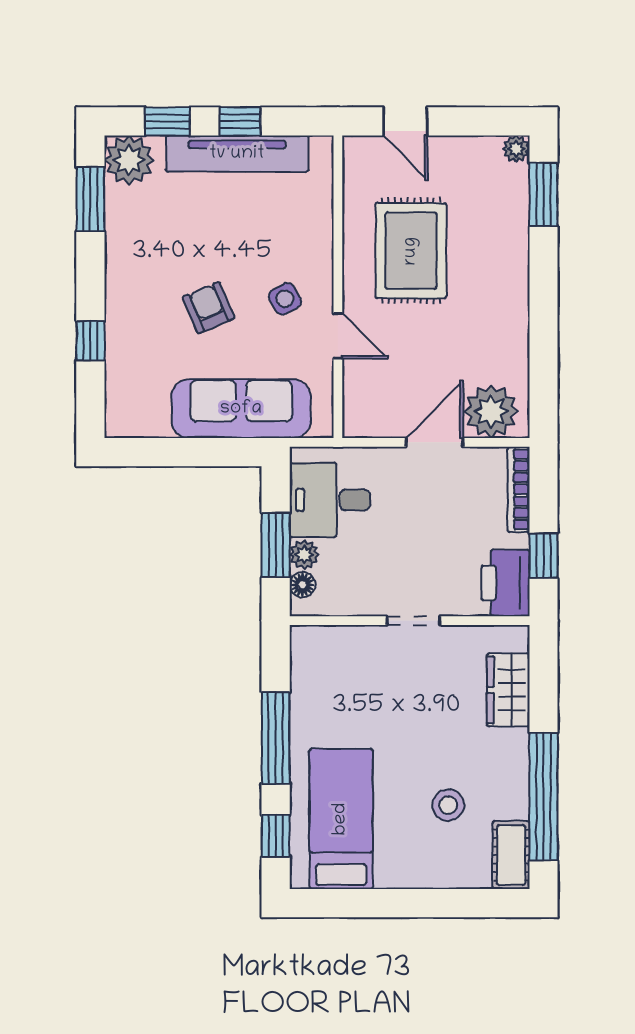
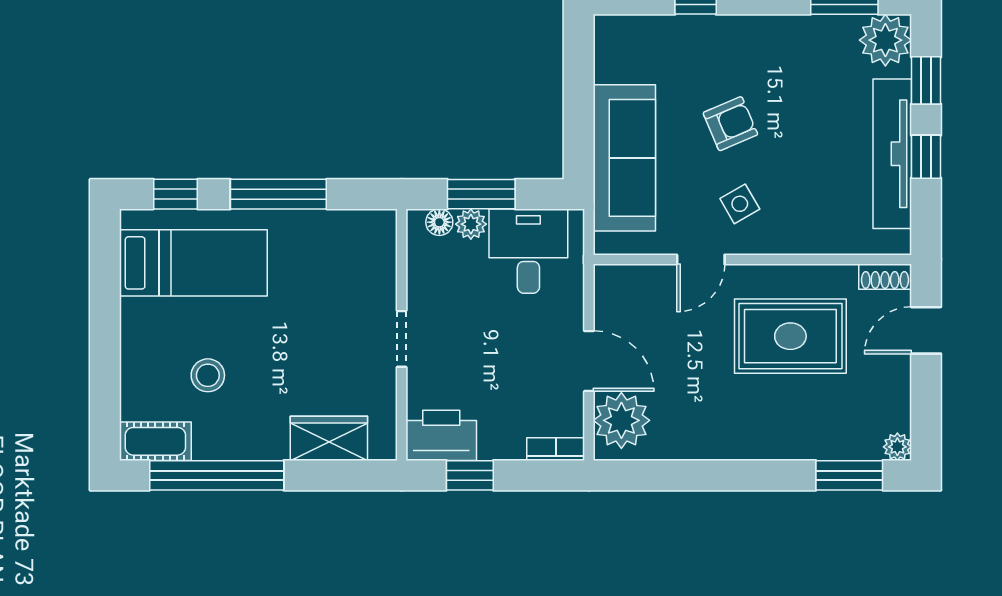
shoe rack: (354, 160) -> (885, 277), added
bookcase: (519, 489) -> (556, 449), width x0.64

